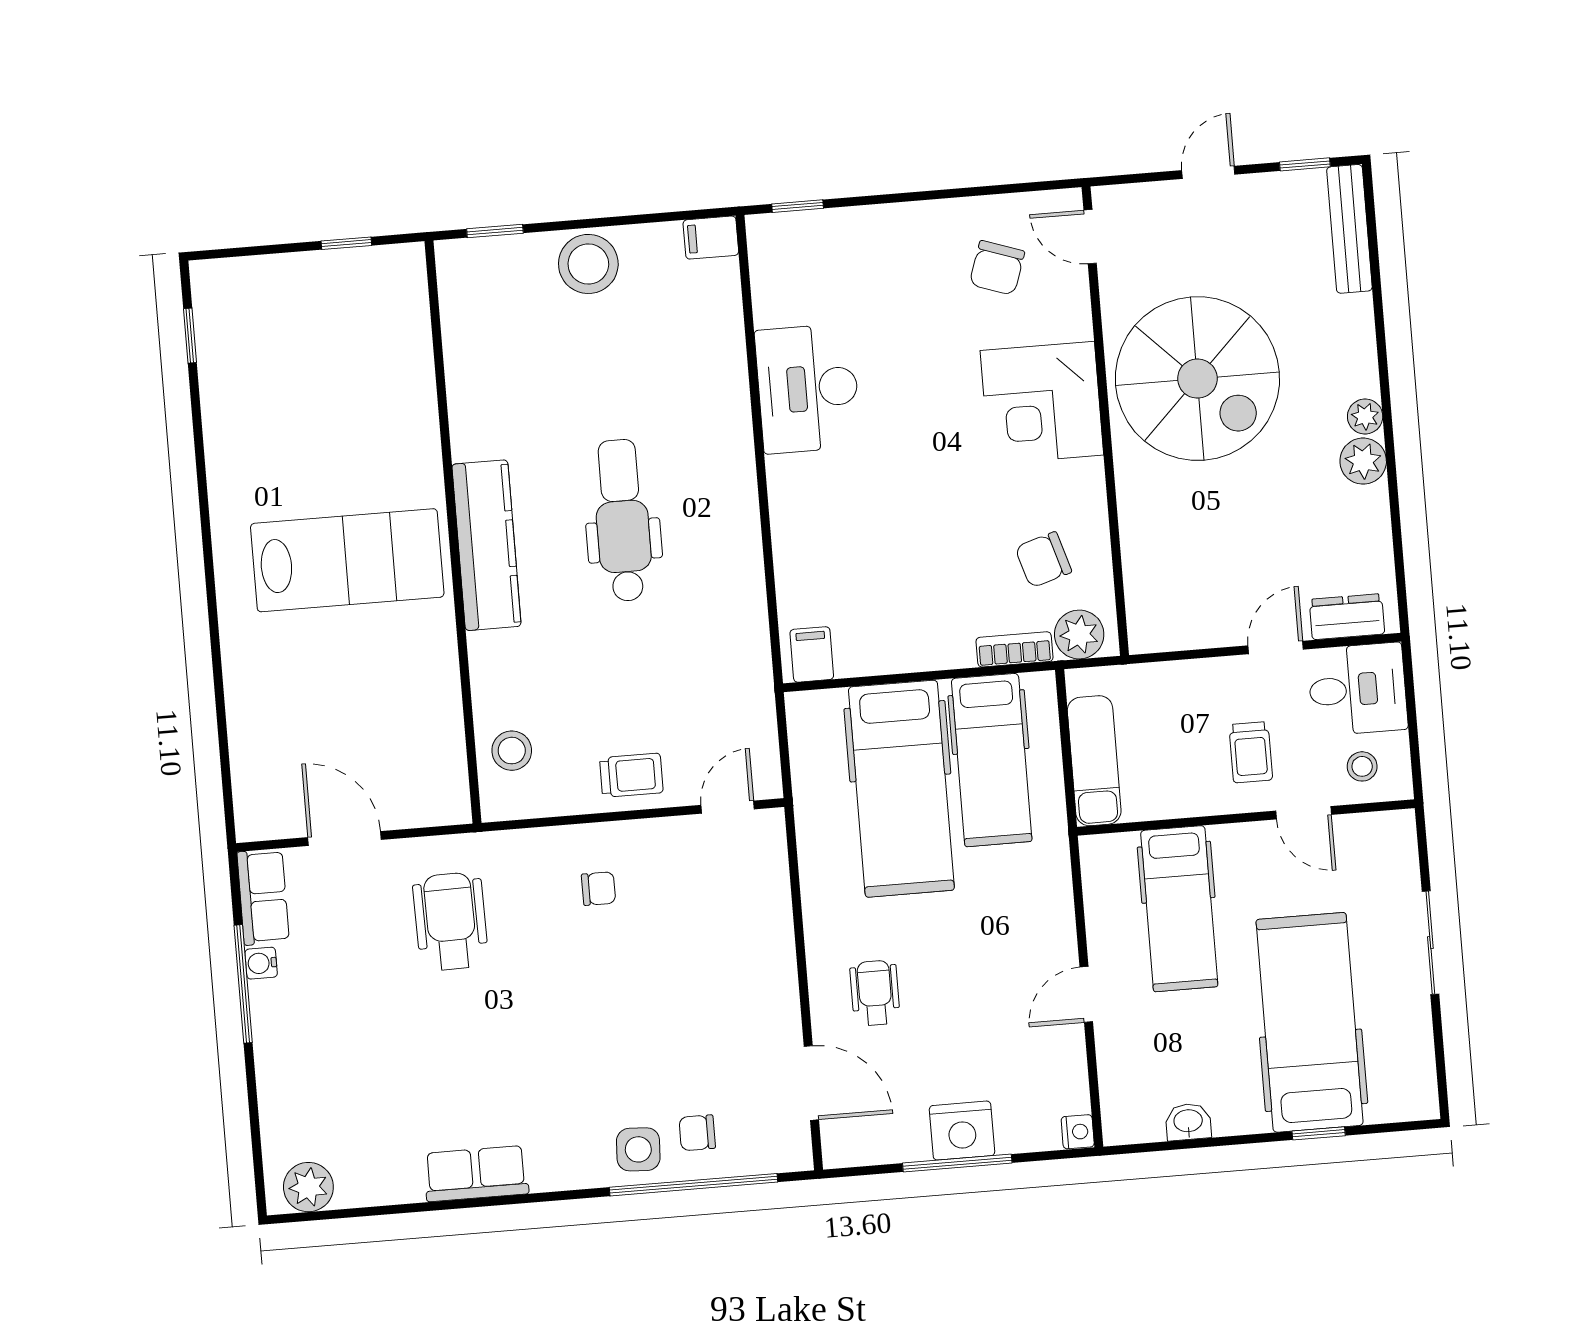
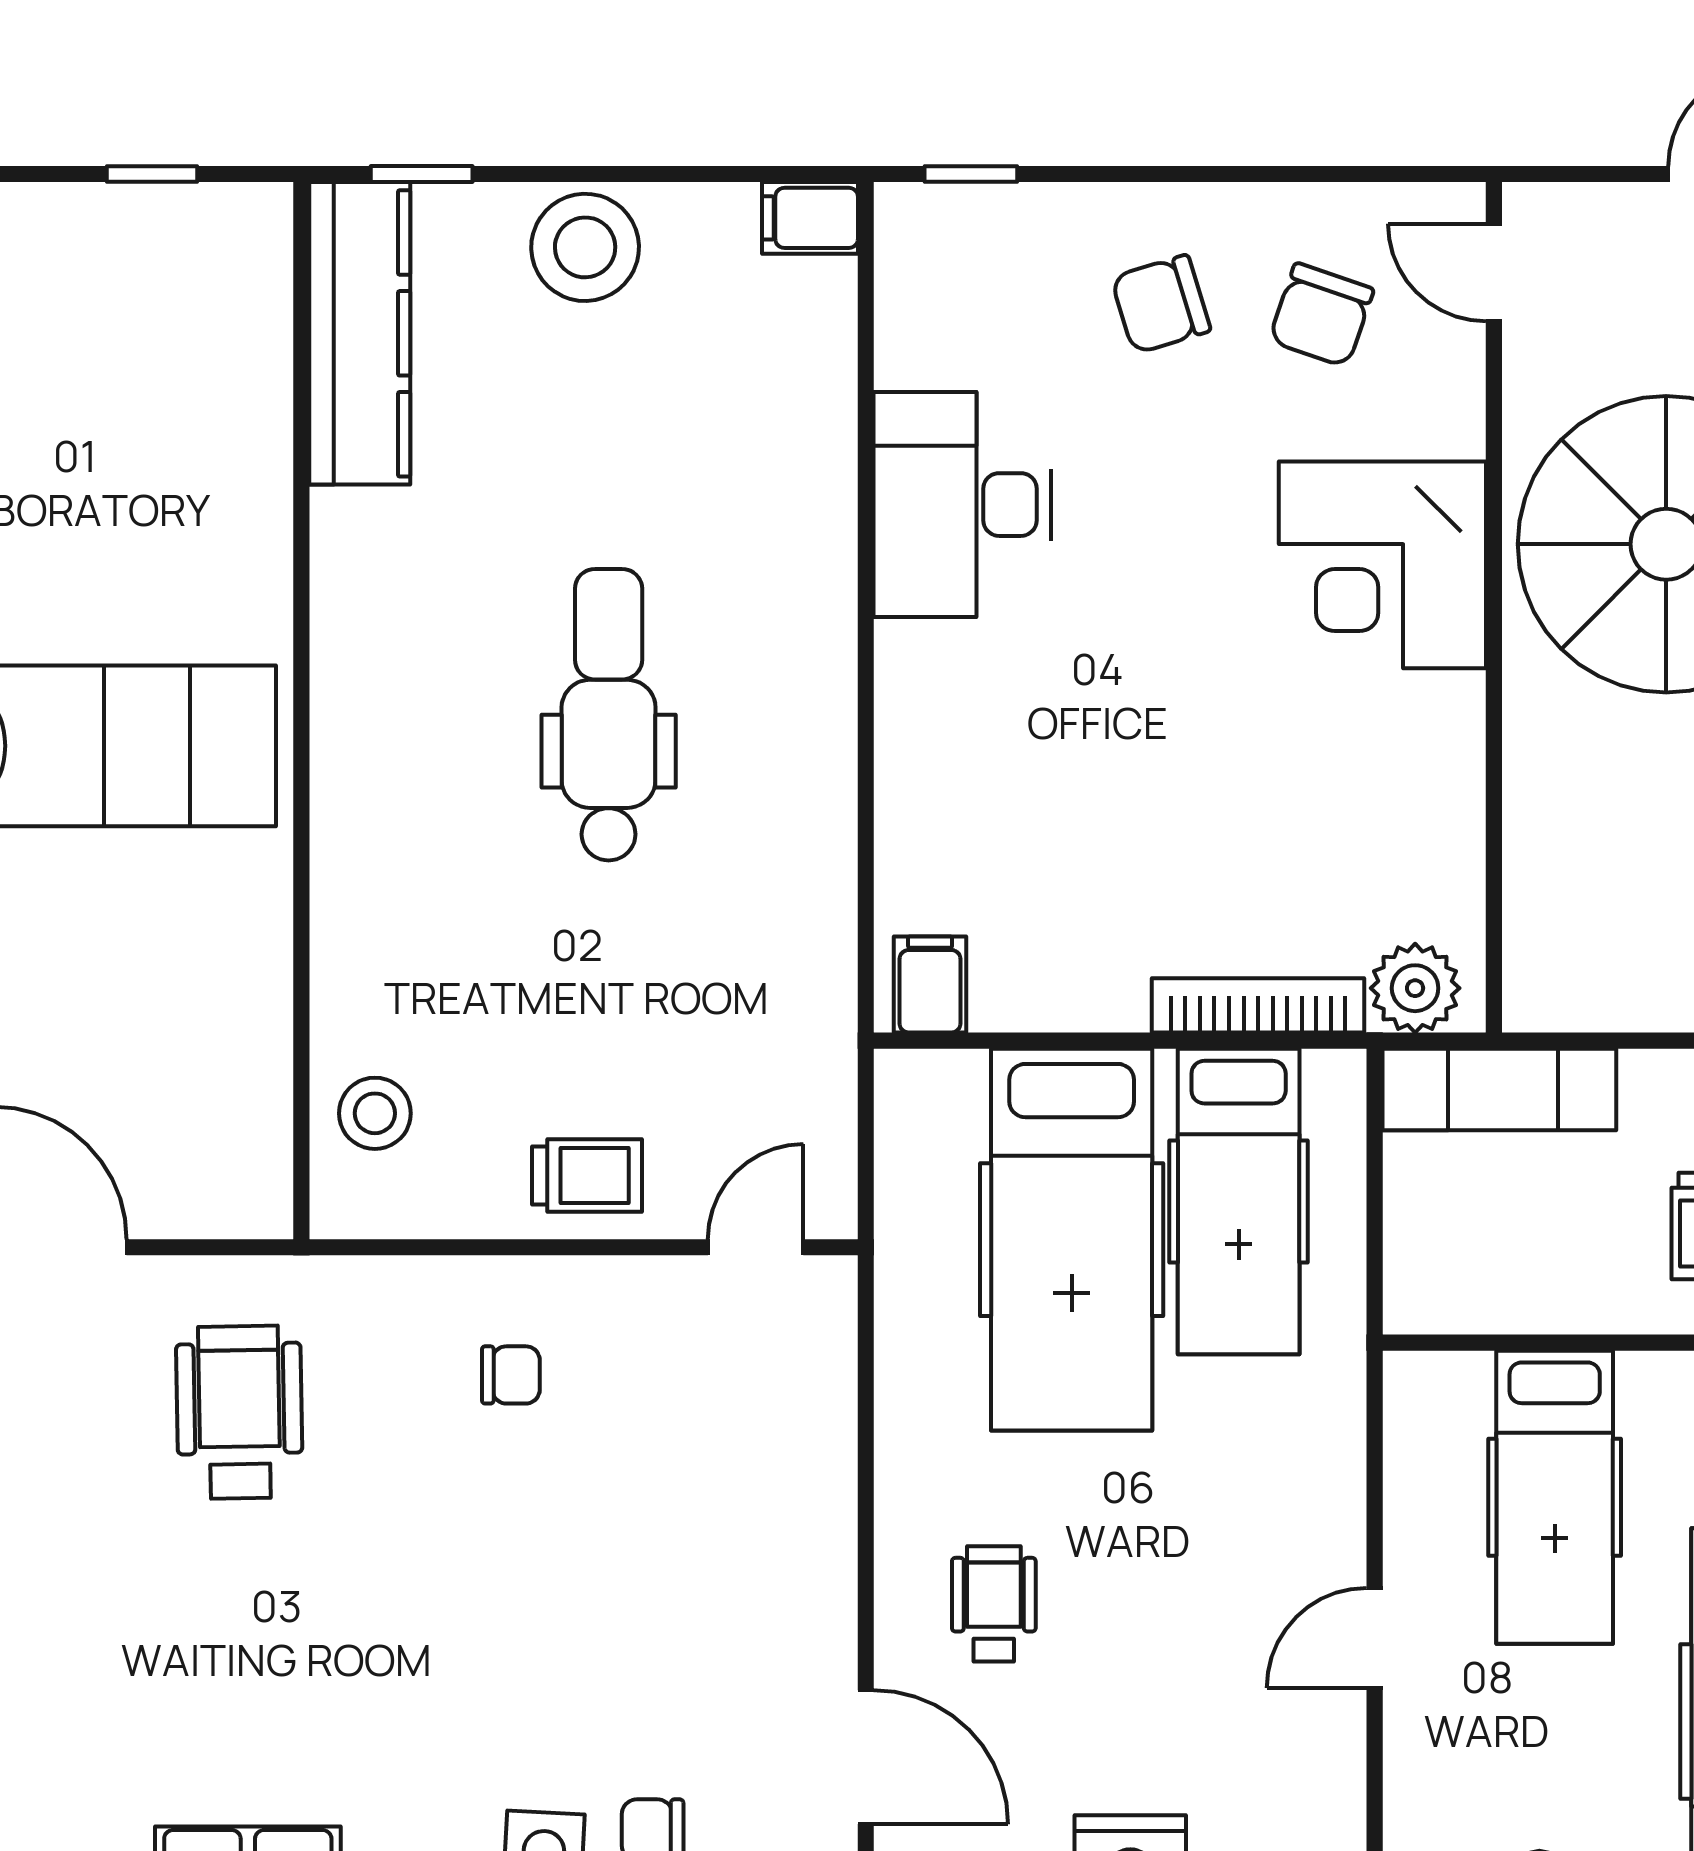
kitchen counter: (486, 545) -> (360, 333), moved
chair: (1043, 560) -> (1161, 304), moved
bookcase: (1015, 649) -> (1258, 1005), width x1.56
exam couch: (1094, 761) -> (1499, 1089), moved, turned 90

